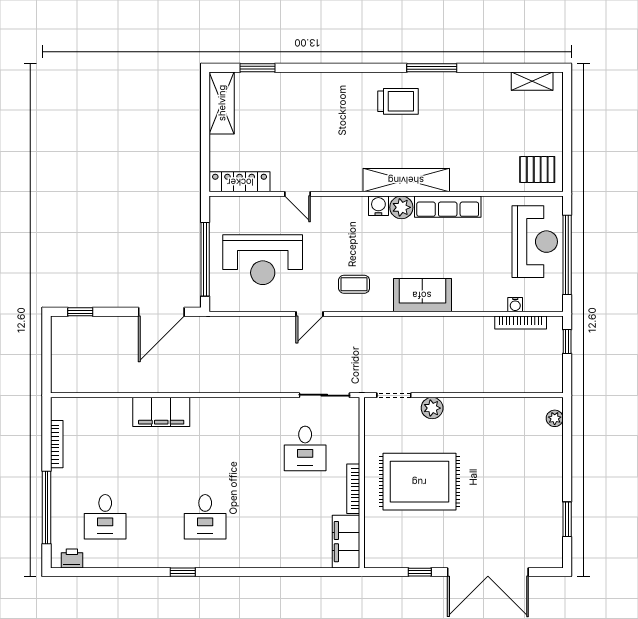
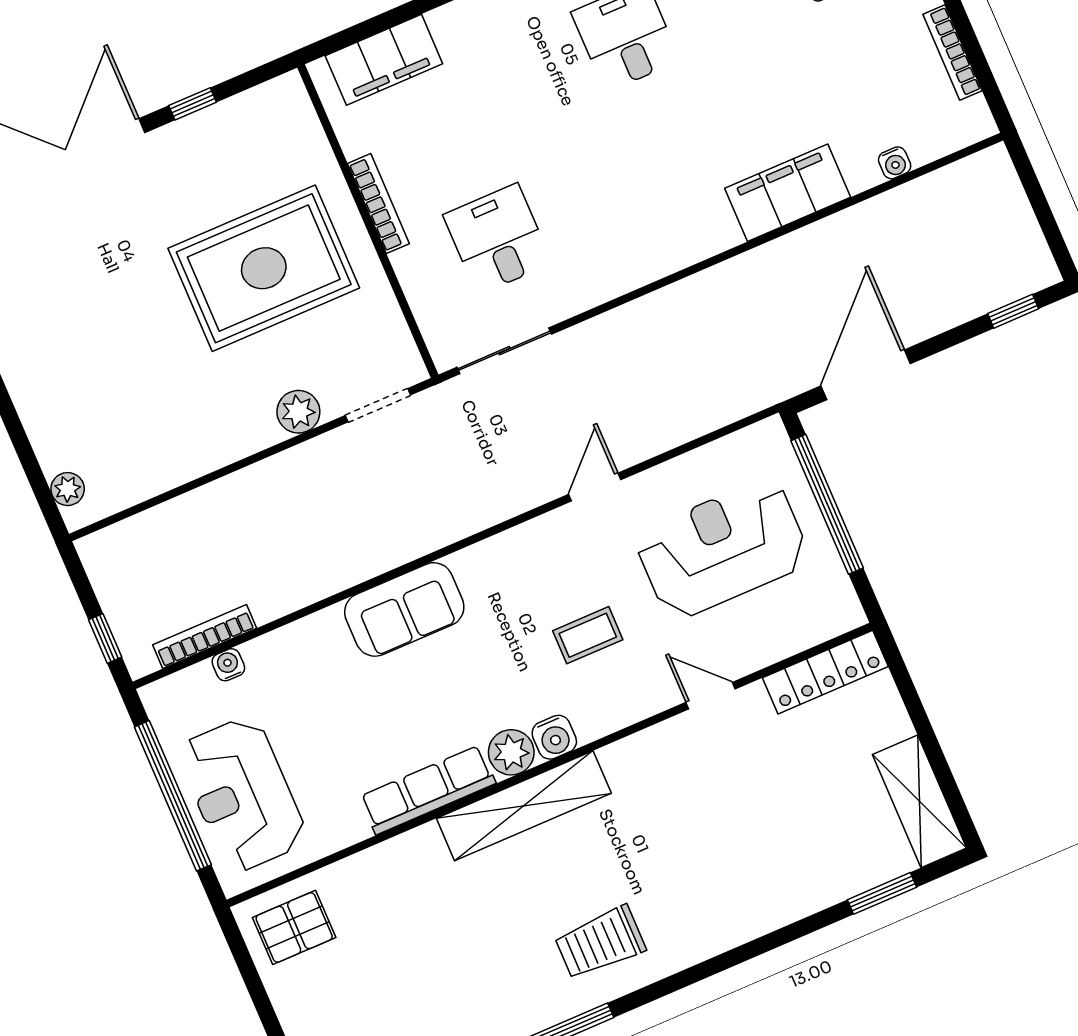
coffee table: (354, 284) -> (588, 635), moved
water cooler: (106, 404) -> (895, 163), added
filing cabinet: (346, 542) -> (384, 60), moved, turned 90

